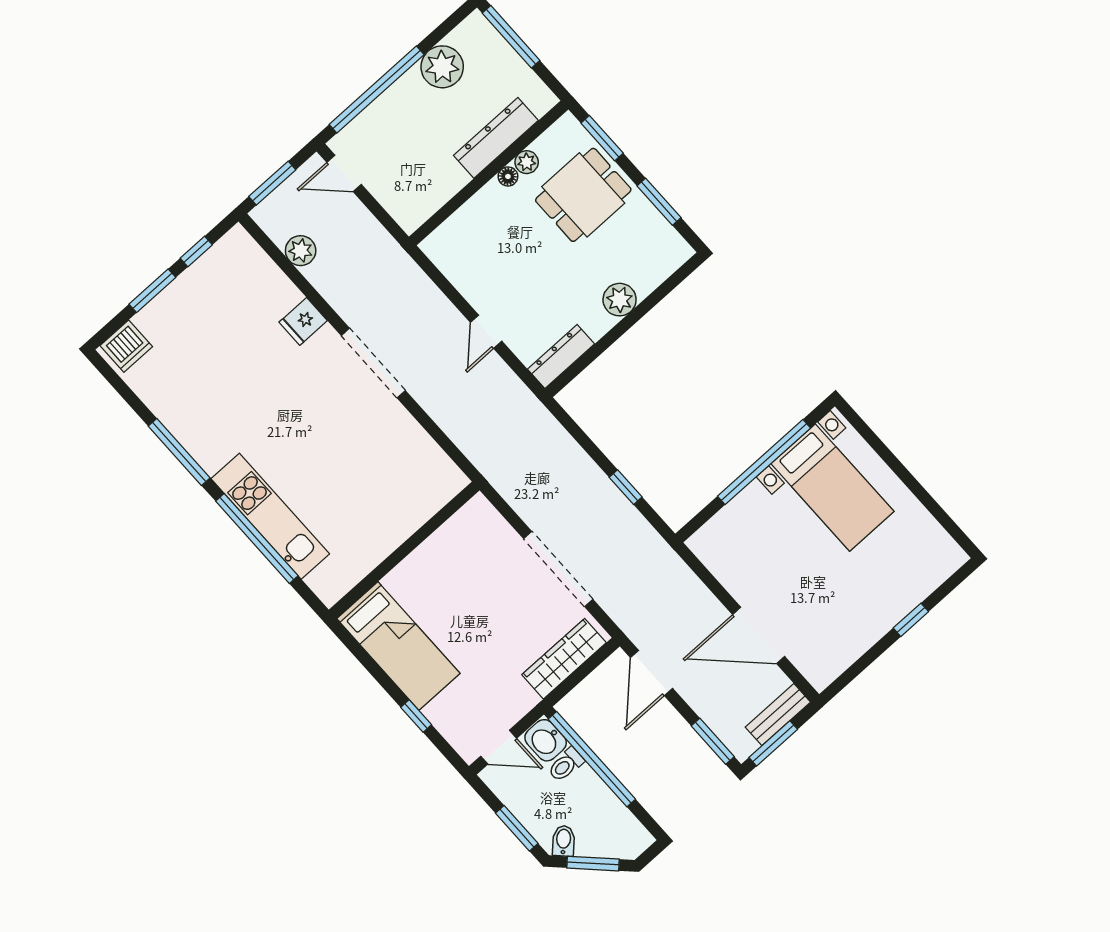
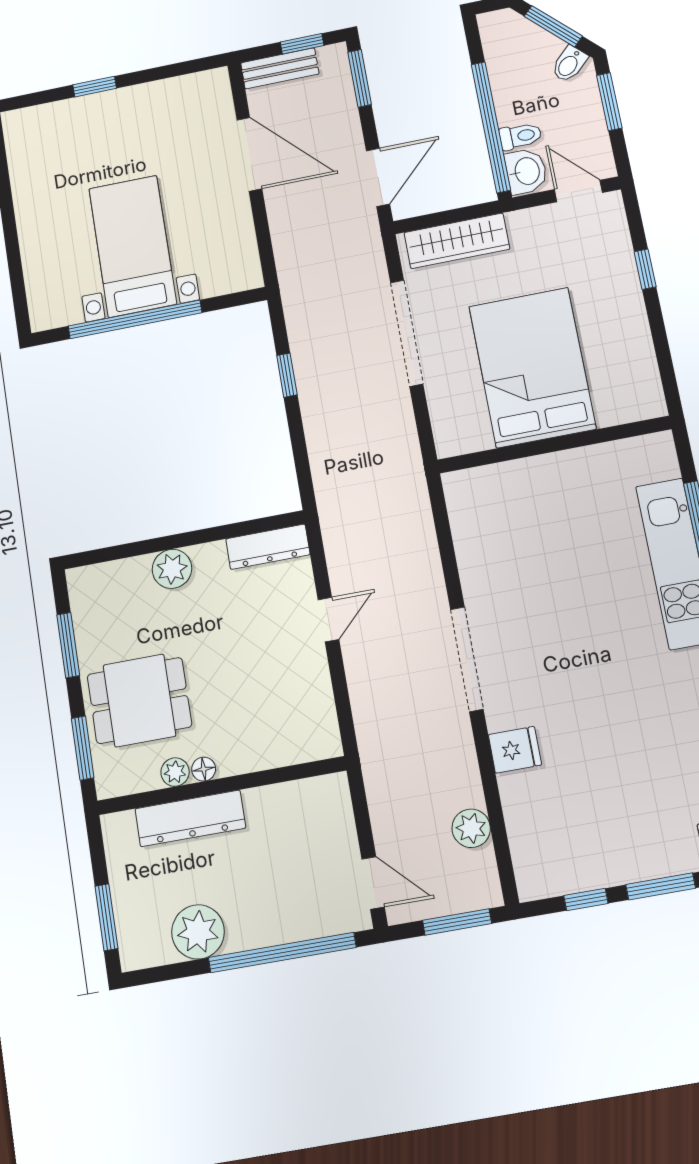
window: (511, 37) -> (106, 917), width x0.69
bed with nightstands: (832, 488) -> (133, 246), moved
bed: (398, 646) -> (532, 367), moved, width x1.50
window: (773, 743) -> (302, 44), width x0.67

